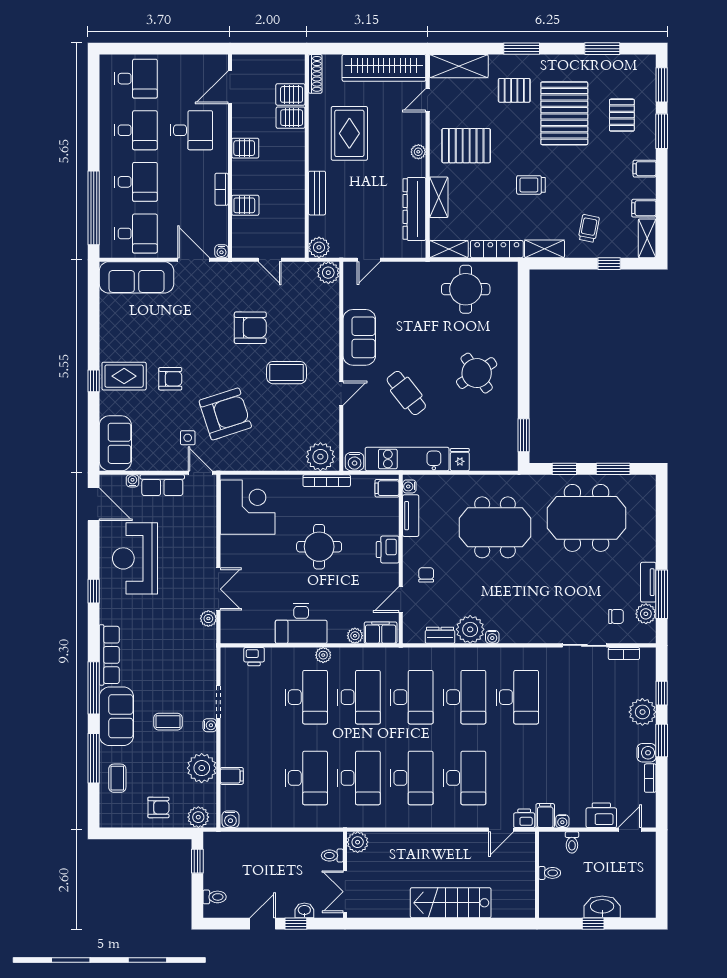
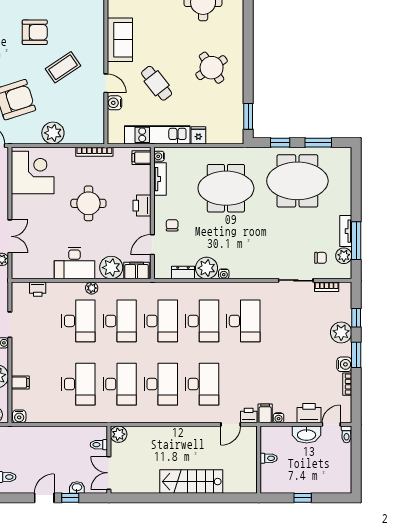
coffee table: (286, 373) -> (63, 67), turned -34
door: (341, 393) -> (106, 83), hinge flipped
plant: (320, 457) -> (53, 133), moved
water cooler: (355, 462) -> (114, 103), moved, turned 90
plant: (355, 636) -> (111, 268), width x1.88, depth x1.88
toilet: (572, 842) -> (346, 434), moved
washbasin: (602, 907) -> (307, 435), moved, turned 180

